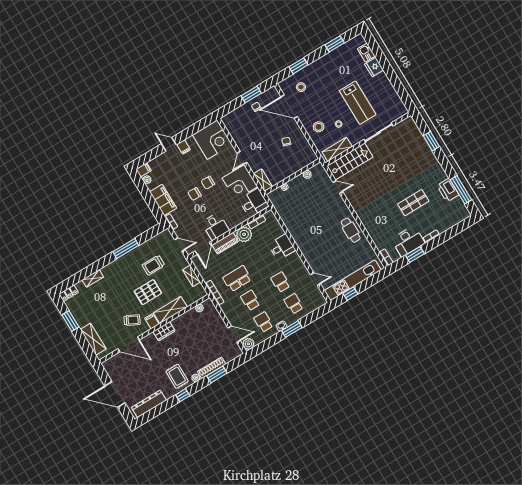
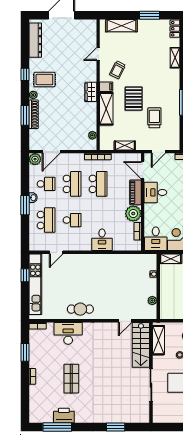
desk: (408, 241) -> (68, 333), moved, turned 90
school desk: (250, 300) -> (72, 184), width x1.85
school desk: (294, 304) -> (46, 220), width x1.85
door: (129, 344) -> (98, 54), width x0.53

